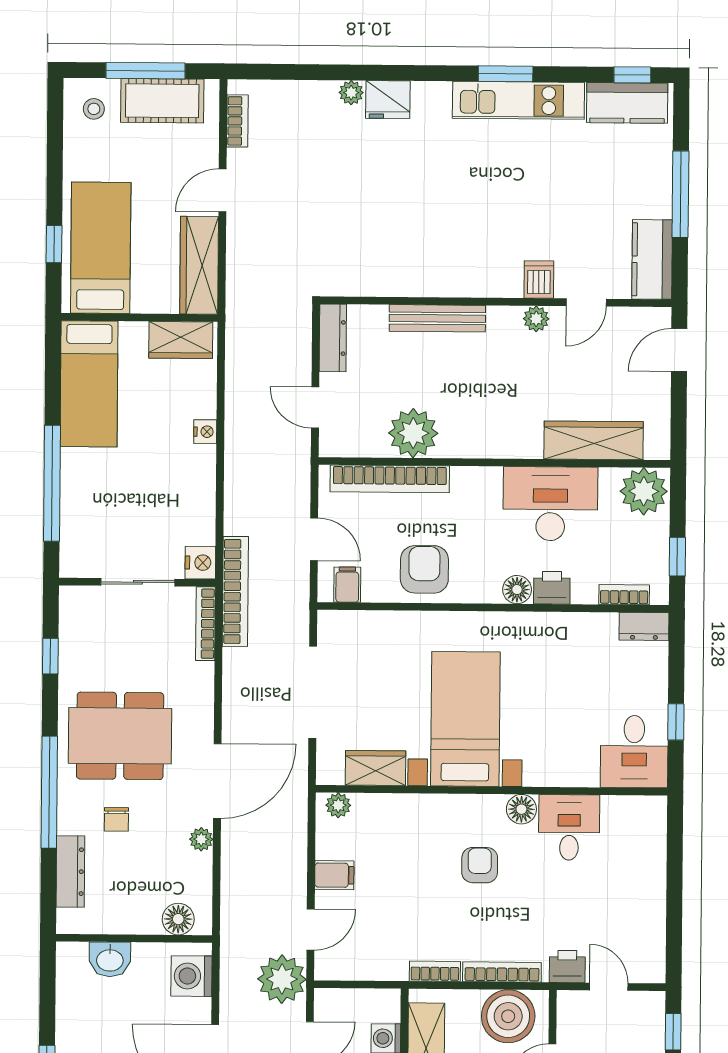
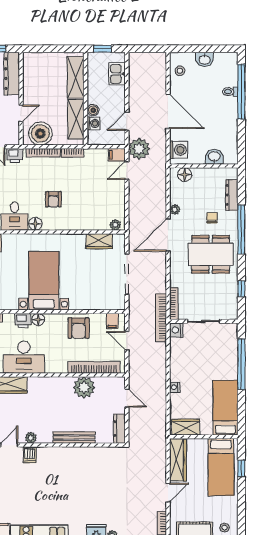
bed with nightstands: (465, 719) -> (44, 281), moved, turned 180
filing cabinet: (334, 875) -> (117, 155), moved

